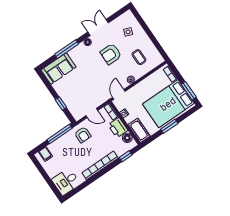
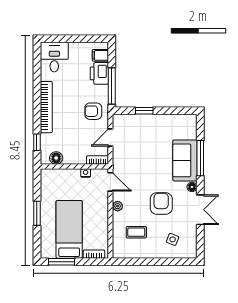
sofa: (59, 69) -> (185, 160), moved
bed: (168, 104) -> (69, 229), width x0.67
printer: (118, 128) -> (99, 73), moved, turned -90
cot: (139, 130) -> (55, 177), removed

